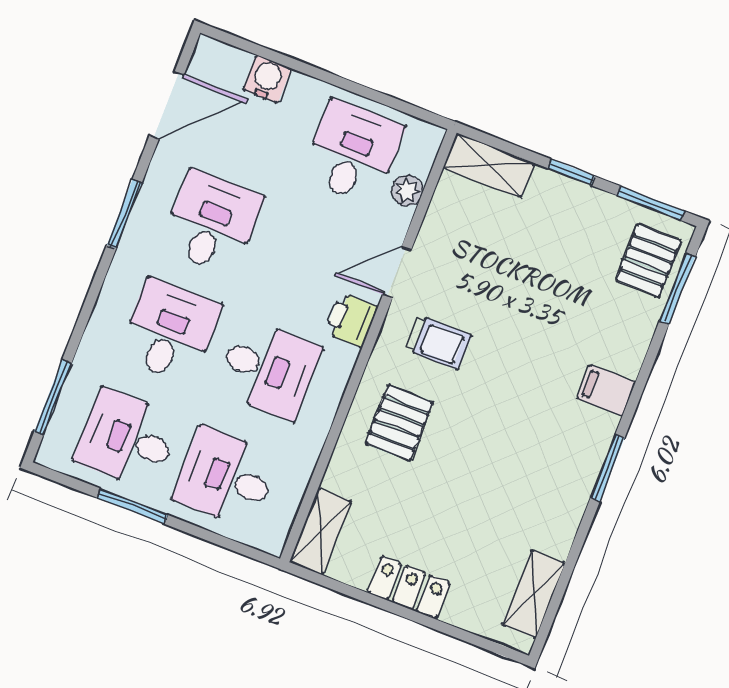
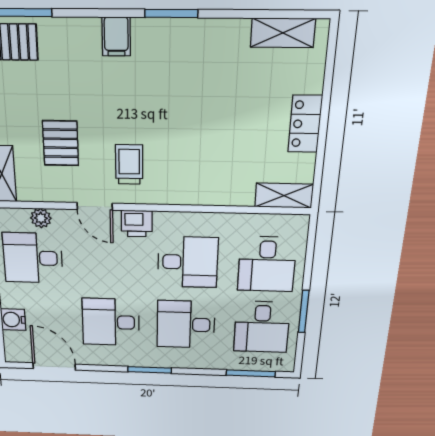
window: (124, 214) -> (150, 370), moved
desk: (268, 369) -> (188, 262), turned 90
pallet: (399, 423) -> (61, 143), moved, turned 90

